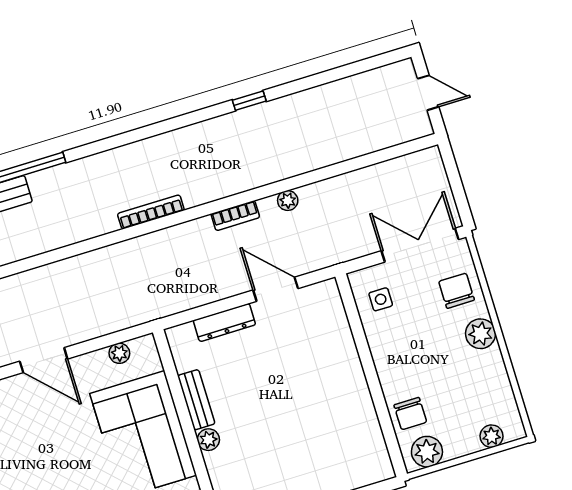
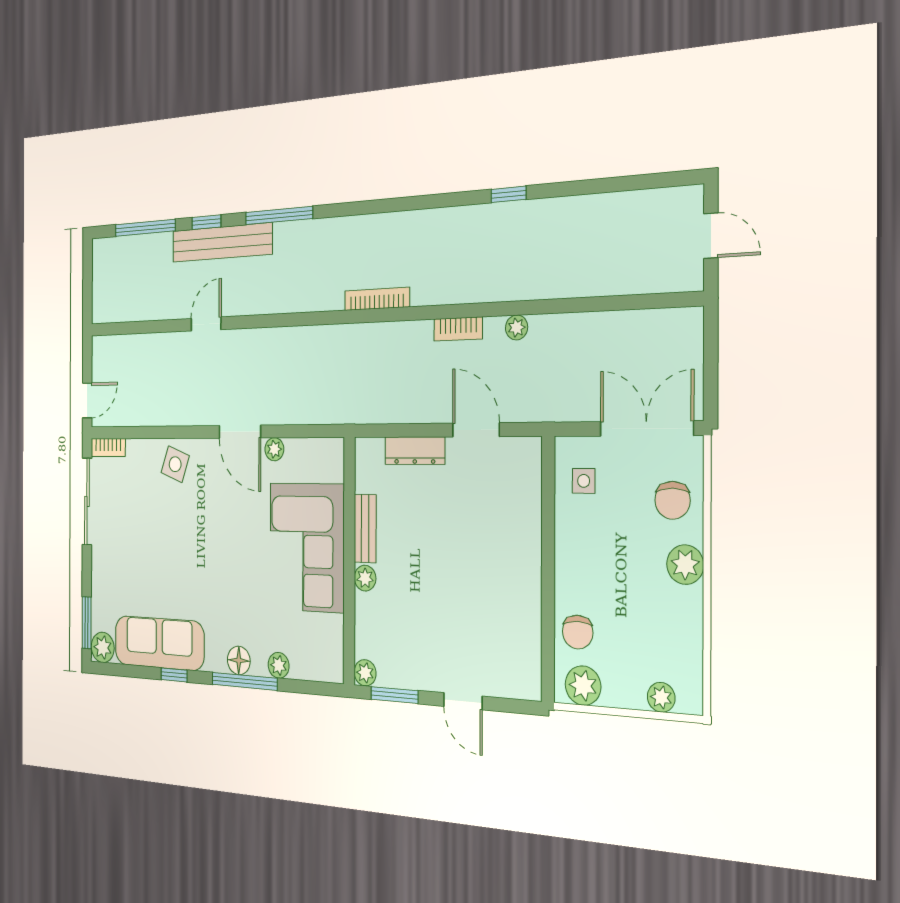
chair: (457, 291) -> (673, 500), turned 180
plant: (119, 353) -> (274, 449), moved

